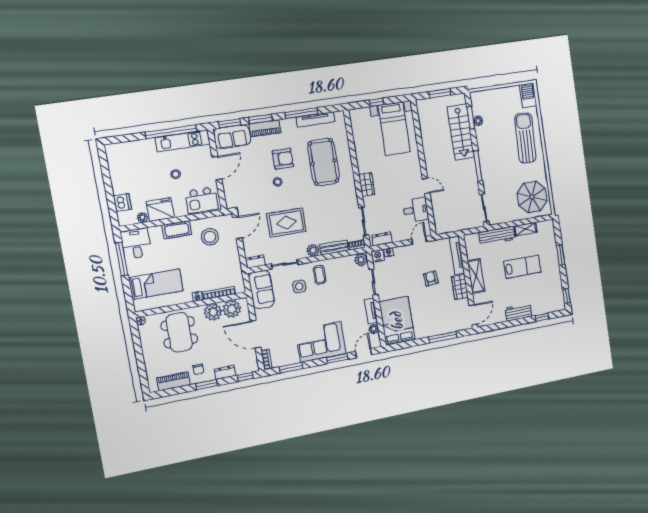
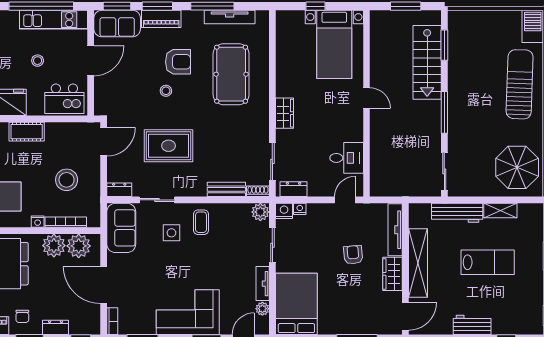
plant: (478, 121) -> (455, 51), removed
door: (426, 186) -> (367, 98), moved
stool: (210, 237) -> (67, 180), moved
plant: (313, 250) -> (198, 188), removed
shelving: (476, 276) -> (418, 263), width x1.47

